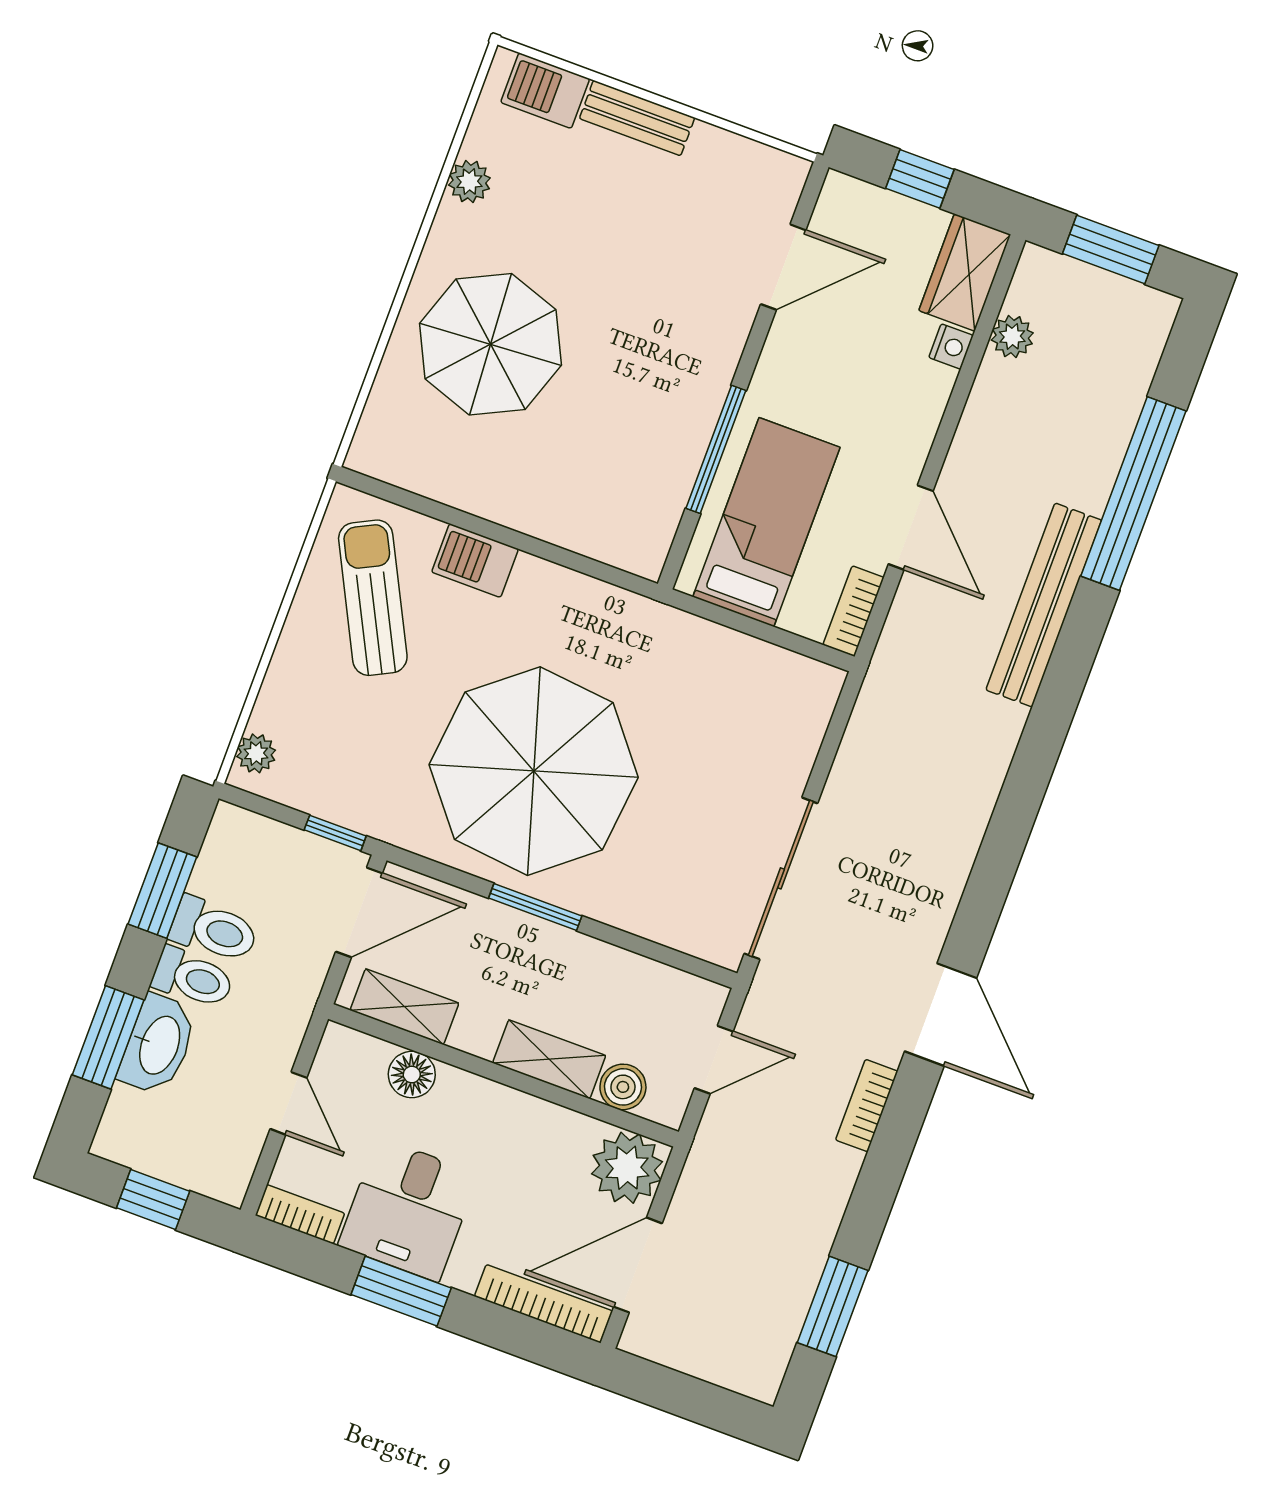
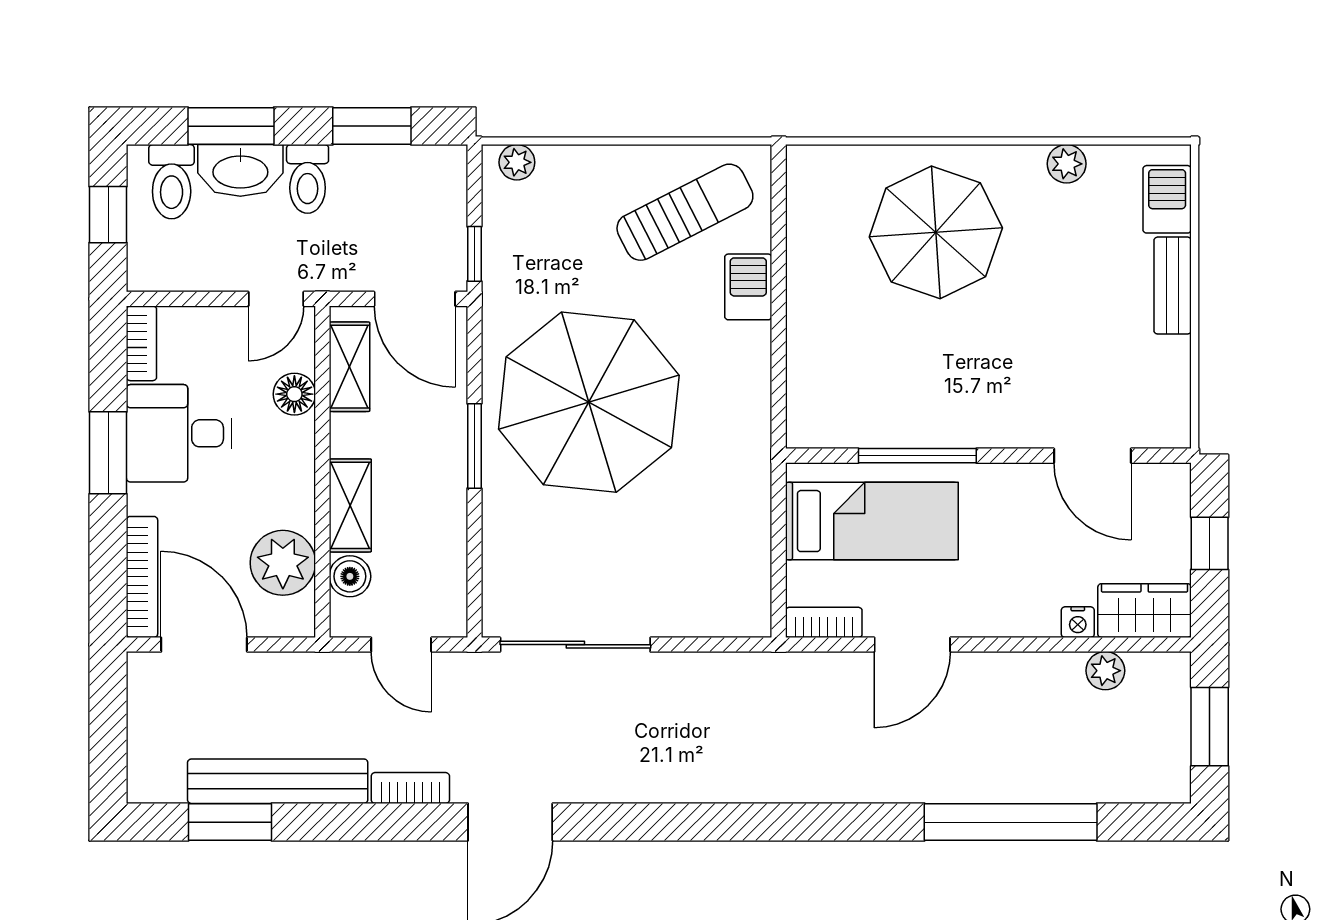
bench: (1044, 605) -> (278, 781), moved
toilet: (214, 930) -> (172, 182), moved
door: (288, 1103) -> (276, 299), moved
plant: (627, 1168) -> (283, 563), moved

